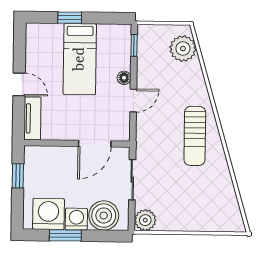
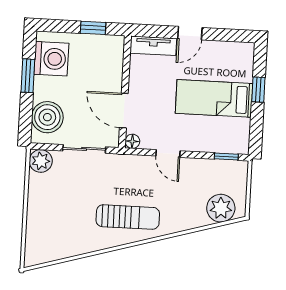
floor lamp: (124, 78) -> (132, 141), moved
sun lounger: (195, 136) -> (128, 217), turned 180
washing machine: (76, 219) -> (45, 88), removed

